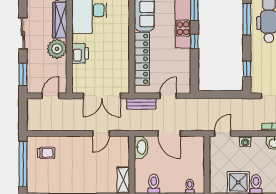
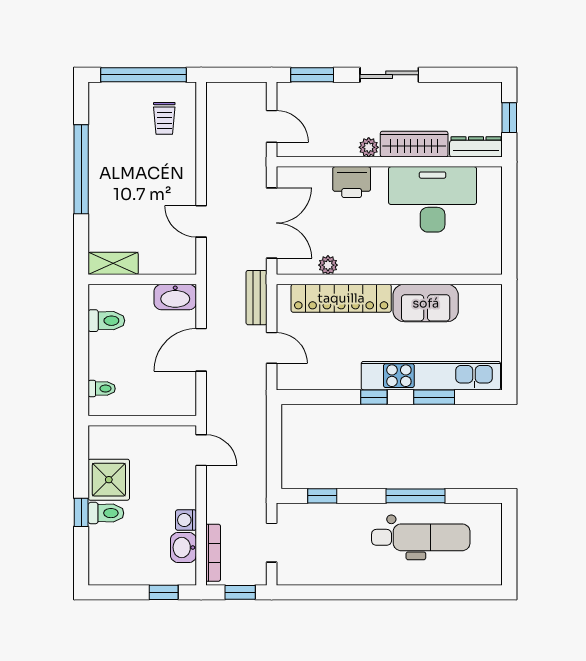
plant: (57, 49) -> (369, 147), width x0.53, depth x0.53
plant: (124, 66) -> (328, 265), added
double door: (102, 96) -> (272, 223), swing flipped
washing machine: (245, 141) -> (186, 520), moved

